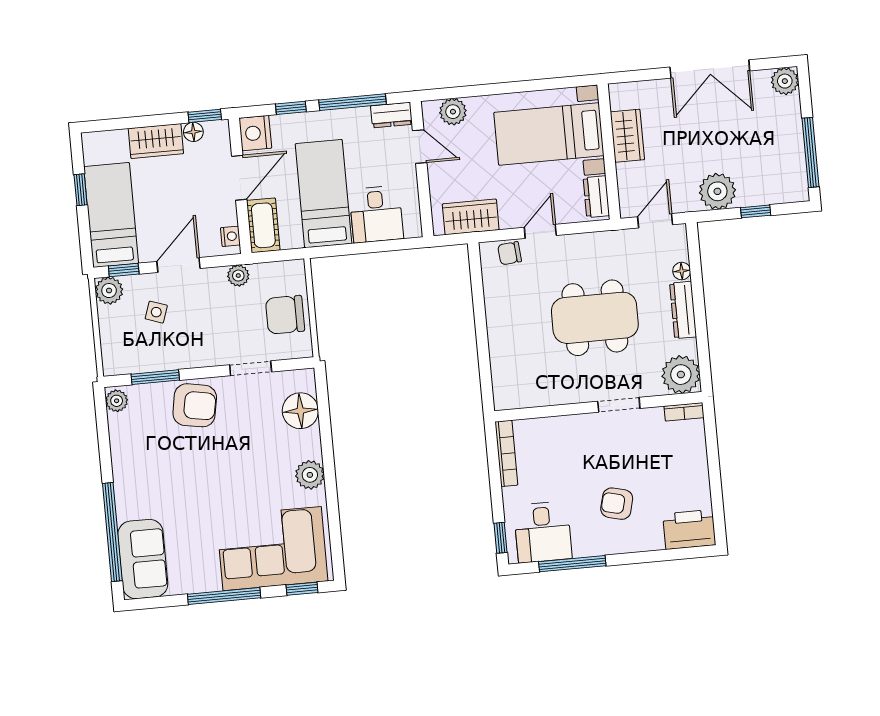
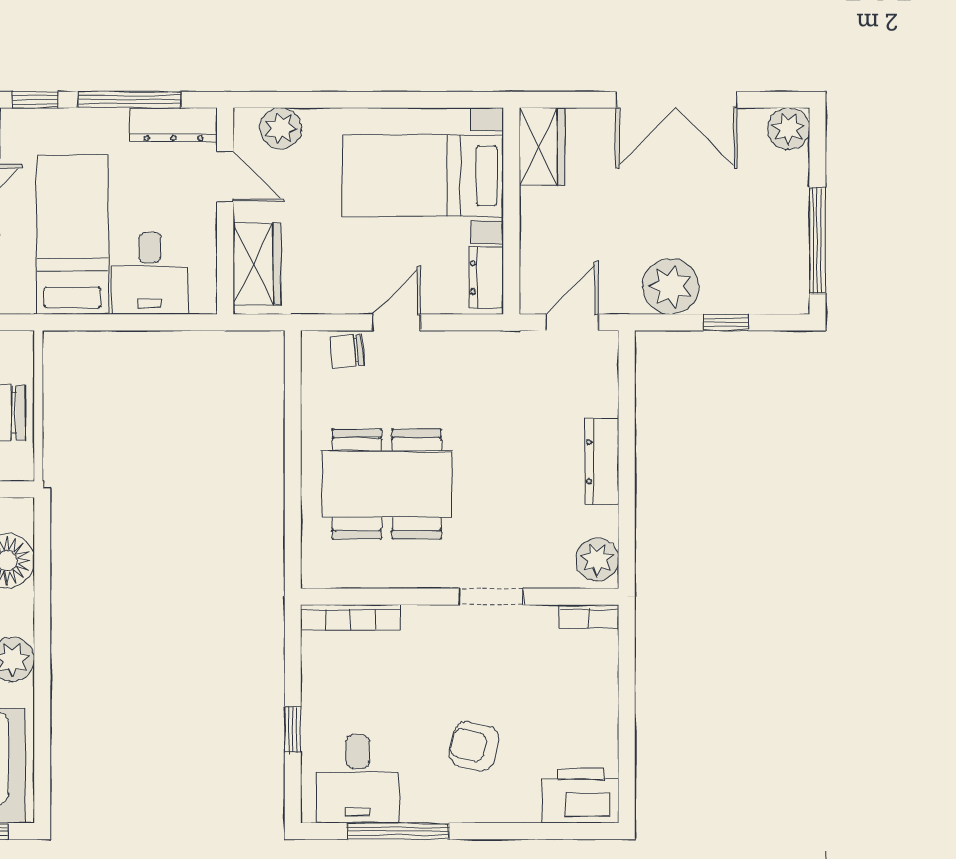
dresser: (391, 115) -> (173, 125), width x1.44
wardrobe: (627, 136) -> (542, 147), moved
wardrobe: (471, 217) -> (257, 264), moved, turned 90
floor lamp: (682, 271) -> (605, 402), removed
dining table: (595, 318) -> (387, 484), moved
plant: (681, 375) -> (597, 559), width x0.73, depth x0.73
bookcase: (506, 453) -> (351, 617), moved, turned 90
window: (501, 538) -> (293, 730), moved

